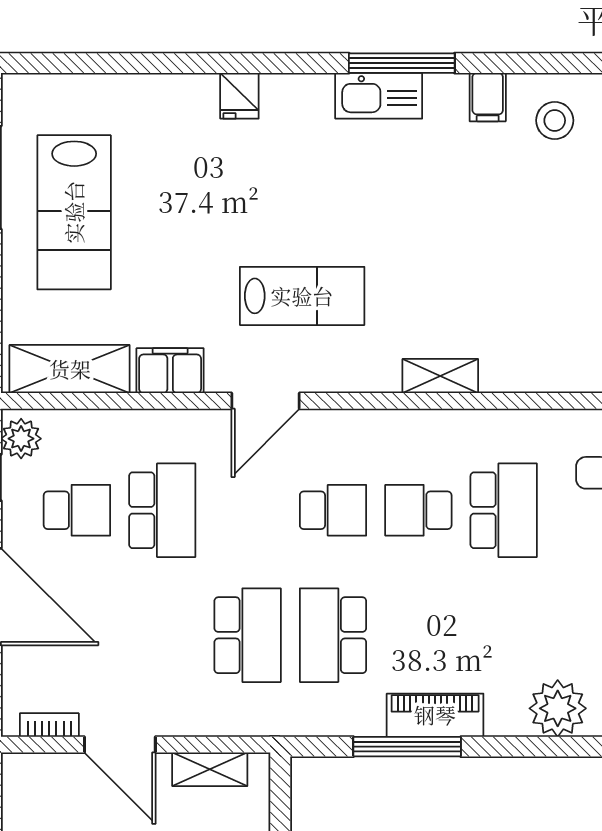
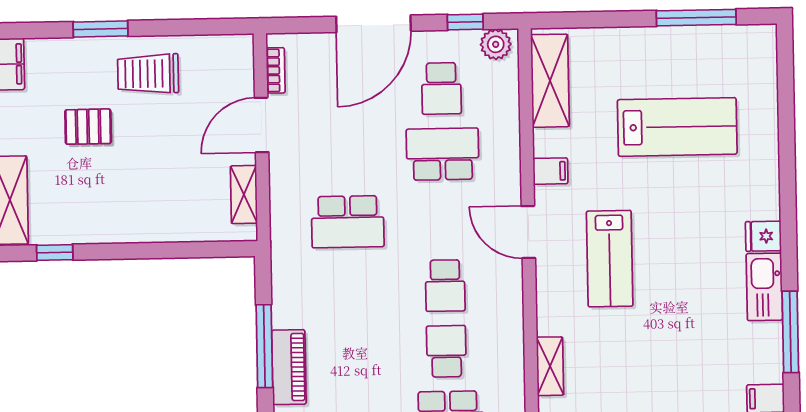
fridge: (239, 96) -> (763, 236), moved
kitchen sink: (379, 96) -> (764, 287), moved
lab bench: (74, 212) -> (677, 127), moved, turned 180
filing cabinet: (170, 371) -> (550, 171), width x0.50
school desk: (162, 510) -> (443, 154), turned 180
school desk: (333, 635) -> (349, 287), removed

